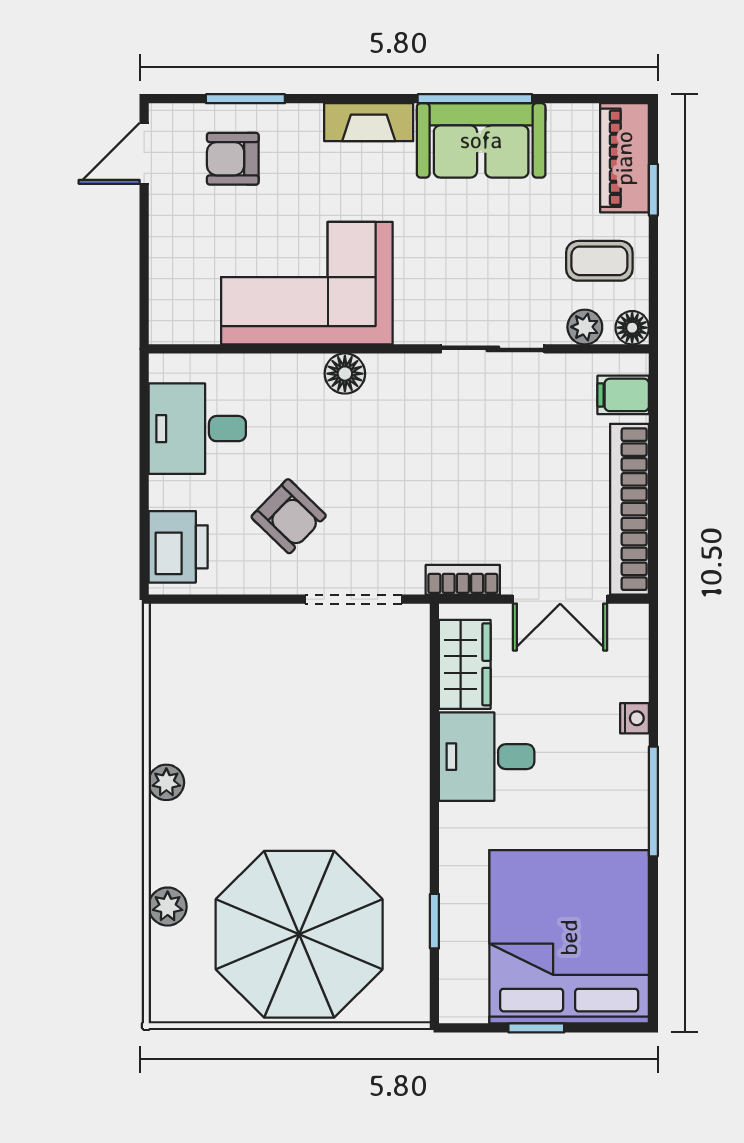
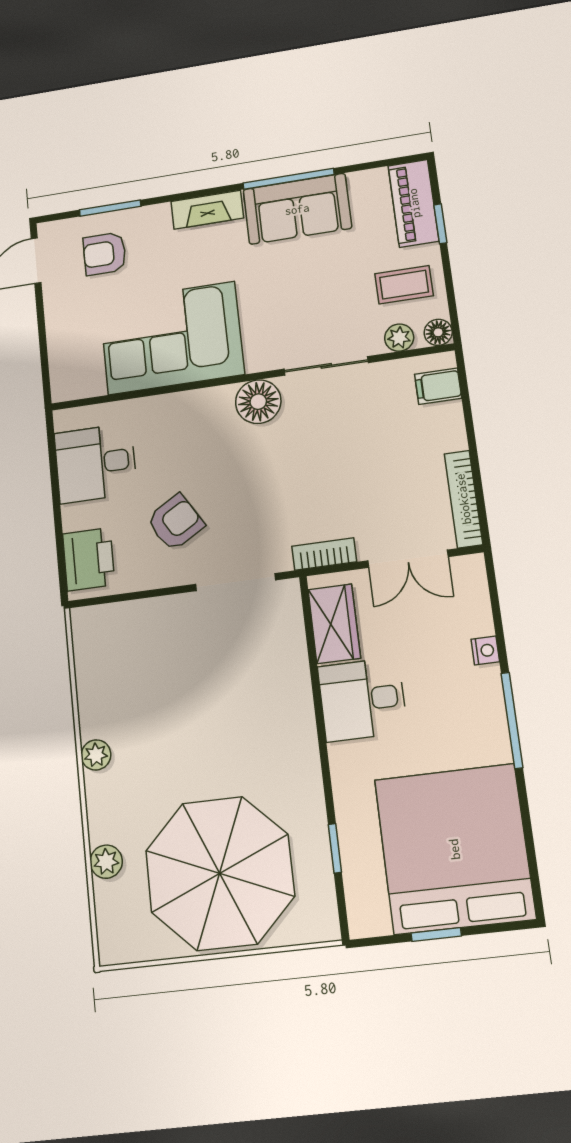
floor lamp: (345, 374) -> (258, 402), moved, width x1.38, depth x1.38
bookcase: (630, 509) -> (463, 499), width x0.68, depth x0.76
armchair: (289, 516) -> (175, 522), turned -75

